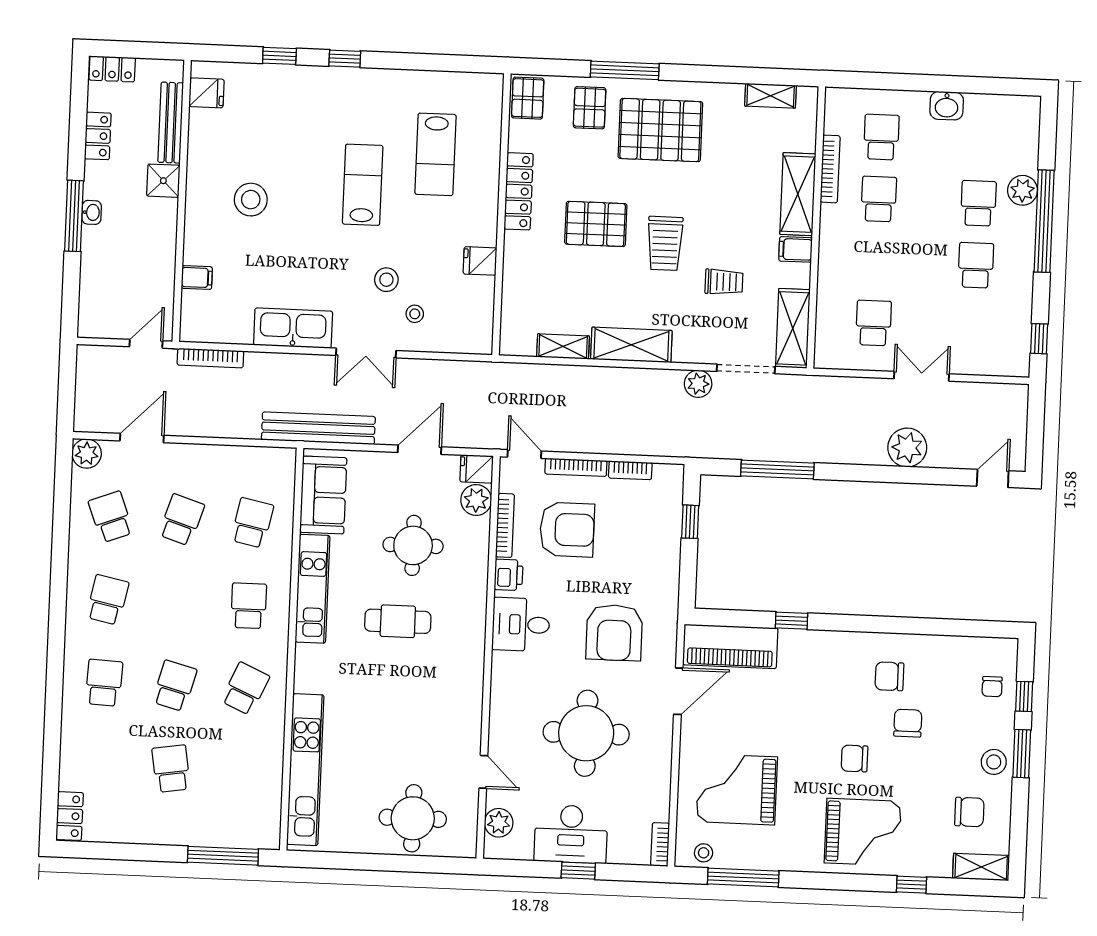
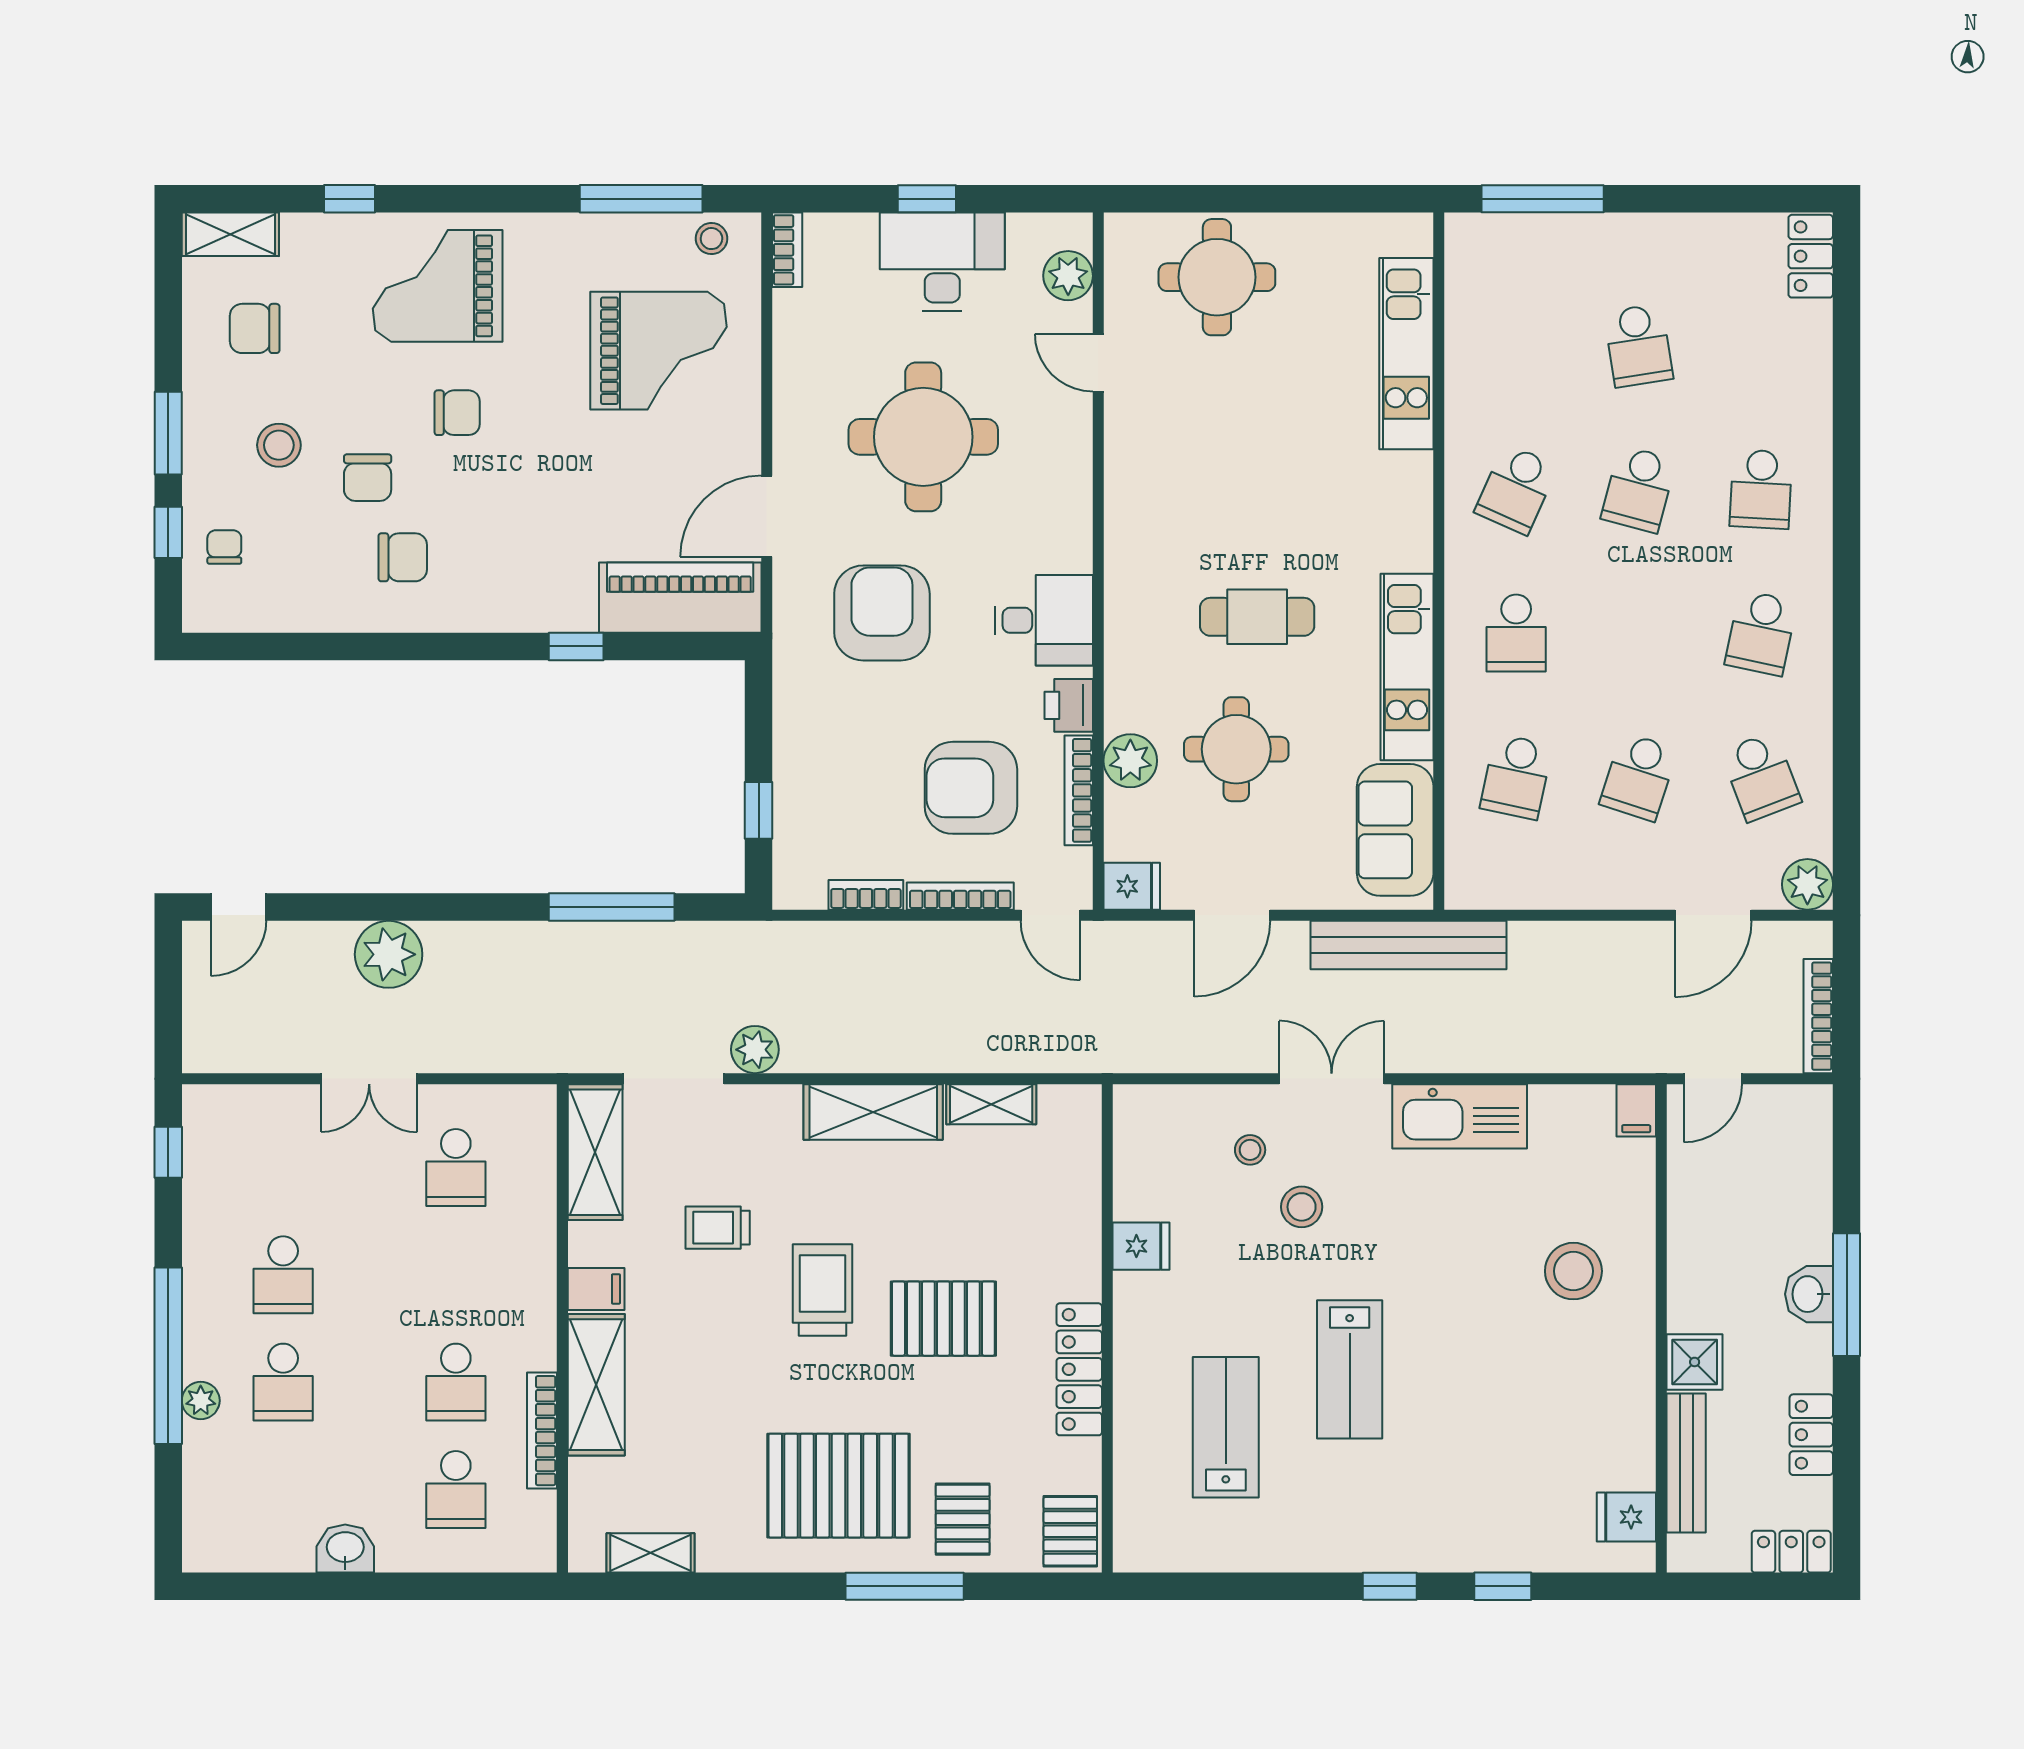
plant: (1023, 190) -> (201, 1401), width x0.73, depth x0.73
stool: (251, 200) -> (1573, 1271), moved
washbasin: (92, 212) -> (1809, 1294), width x1.38, depth x1.45
filing cabinet: (197, 278) -> (1636, 1110), moved, turned -90
bookcase: (210, 358) -> (1818, 1016), moved, turned -90
plant: (476, 500) -> (1130, 761), moved
stool: (994, 762) -> (279, 445), moved
kitchen unit: (305, 770) -> (1406, 354), width x0.73

